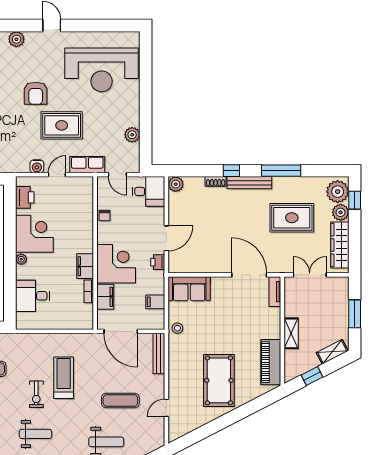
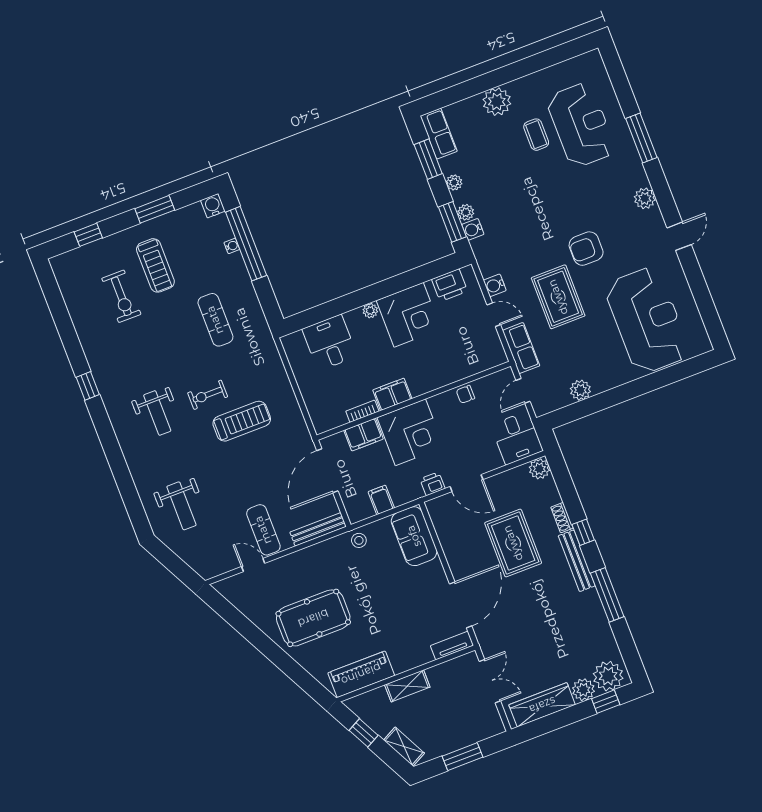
reception desk: (102, 70) -> (647, 320), turned 180
rug: (292, 218) -> (513, 543), moved
exercise mat: (120, 400) -> (263, 530), moved

